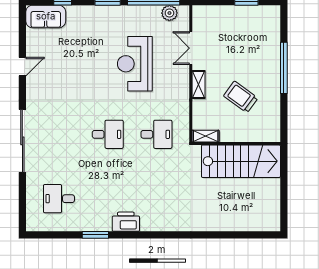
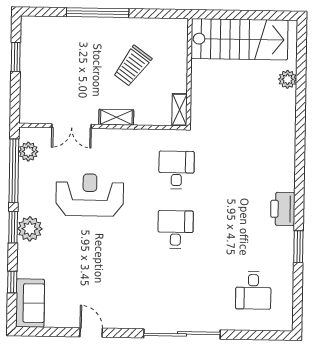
plant: (106, 15) -> (30, 229), added
reception desk: (135, 64) -> (90, 195), turned 180
stairs: (241, 161) -> (240, 39), moved, turned 90
plant: (232, 224) -> (288, 79), added

